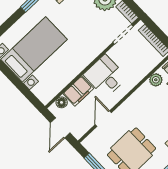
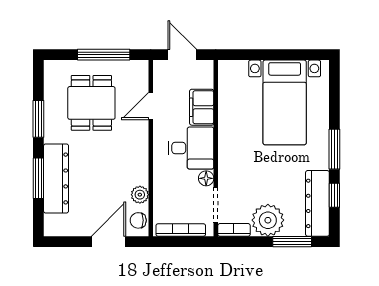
floor lamp: (62, 102) -> (206, 178), moved
door: (103, 119) -> (151, 106), swing flipped

